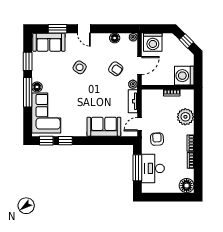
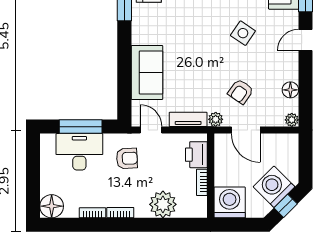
washing machine: (153, 42) -> (274, 187), moved, turned 45
printer: (155, 96) -> (196, 155), added

